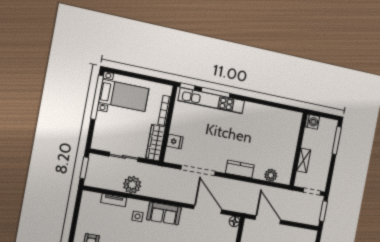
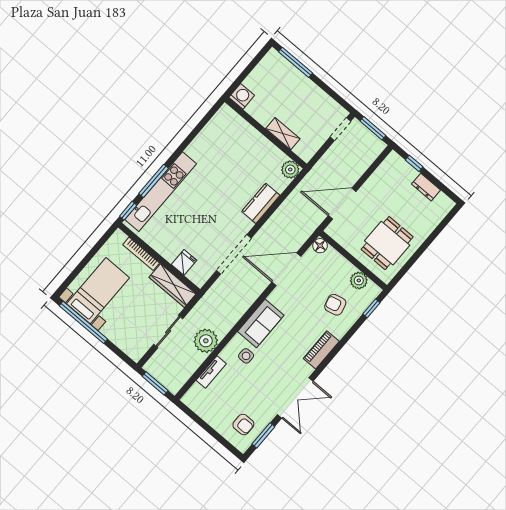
washing machine: (312, 122) -> (242, 96), moved
wall: (298, 150) -> (266, 133), moved
shelving: (304, 160) -> (283, 134), moved

